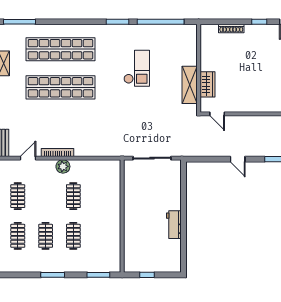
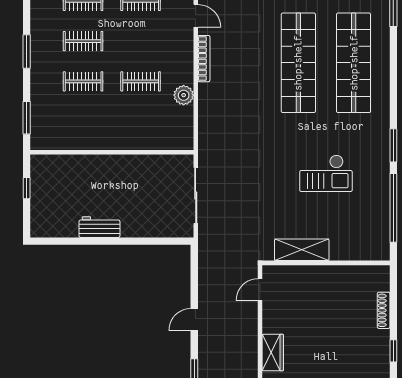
wardrobe: (207, 84) -> (273, 353), moved, turned -90
plant: (63, 166) -> (184, 95), moved

